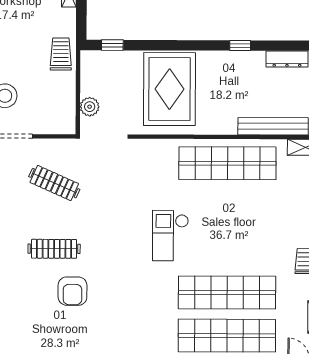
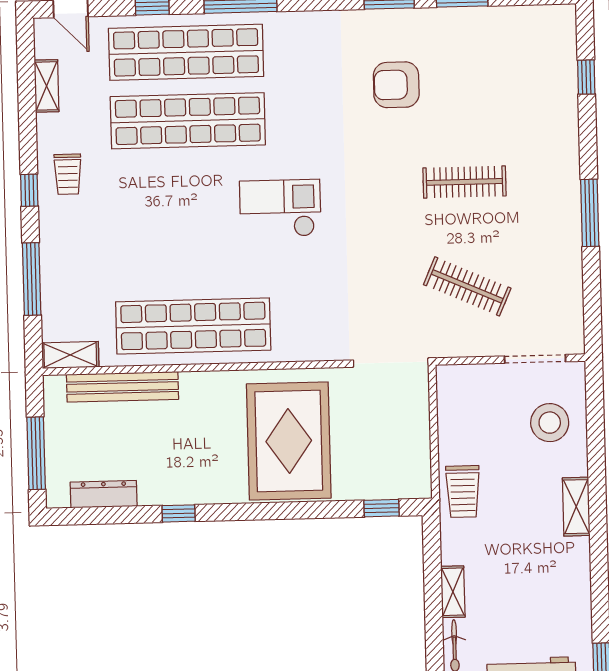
plant: (90, 107) -> (415, 409), removed
checkout: (170, 236) -> (280, 208), turned -90
armchair: (72, 291) -> (396, 85), moved, turned -90

